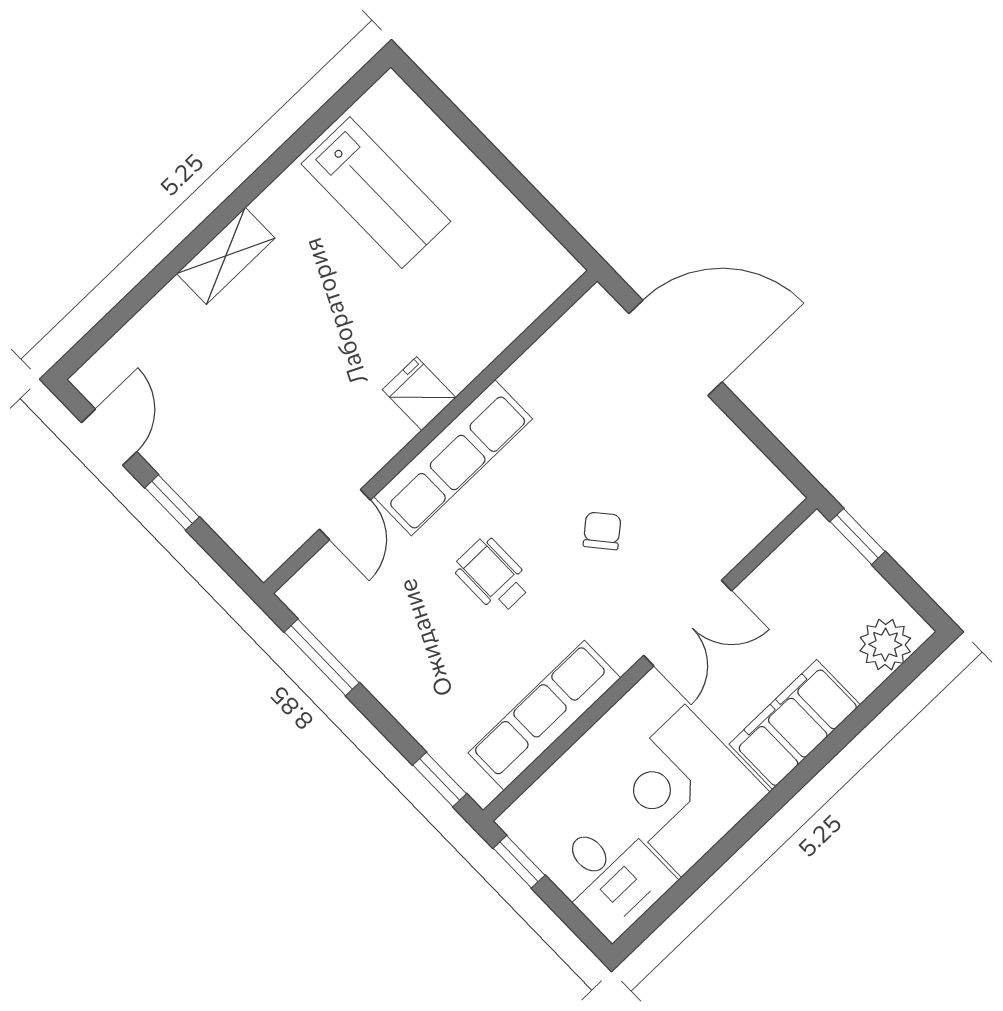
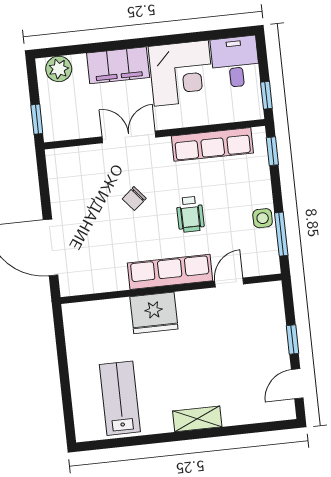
fridge: (419, 394) -> (154, 313), width x1.88, depth x1.34
side table: (372, 660) -> (263, 218), added

